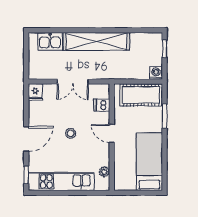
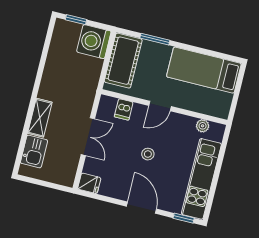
shelving: (96, 41) -> (40, 118), width x0.45, depth x0.75
washing machine: (156, 73) -> (94, 42), width x1.89, depth x1.89

